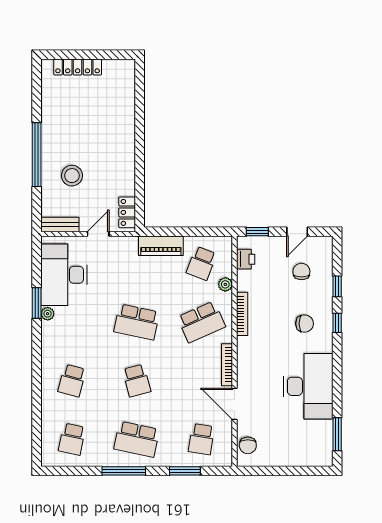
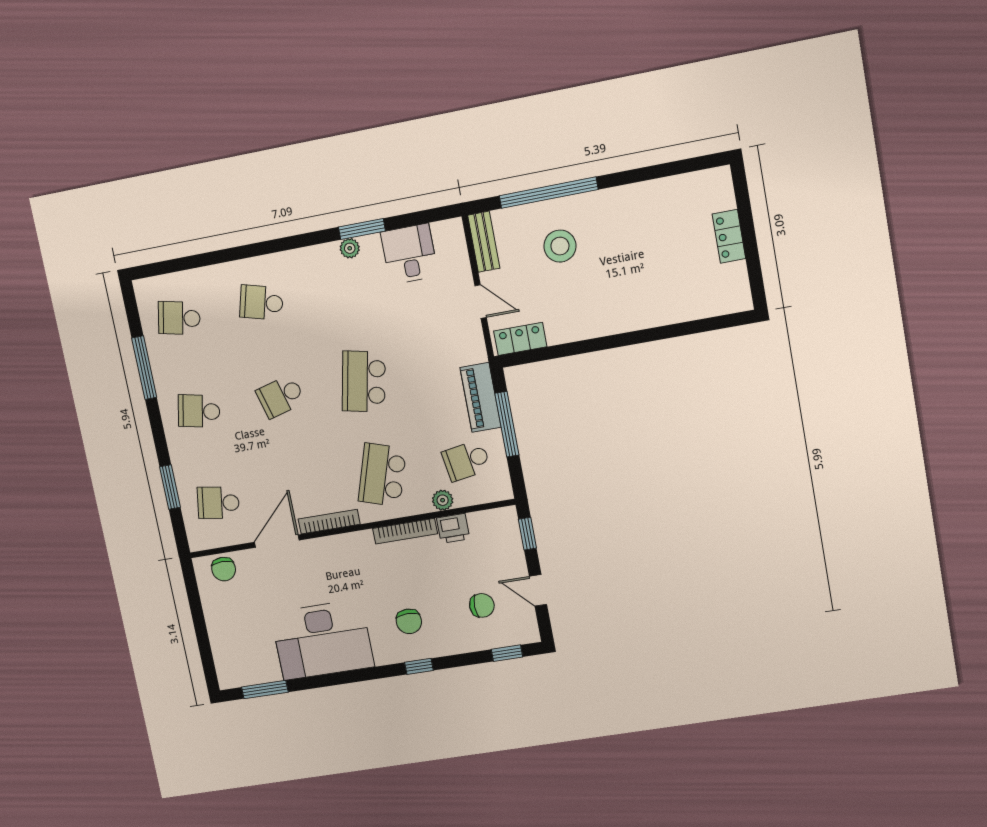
locker: (78, 67) -> (729, 236), width x0.66
window: (37, 155) -> (549, 193), moved
window: (182, 232) -> (507, 424), added
printer: (246, 259) -> (453, 528), moved
school desk: (201, 263) -> (466, 461), turned -30
desk: (64, 275) -> (409, 254), width x0.53, depth x0.77
window: (337, 286) -> (507, 653), moved
school desk: (201, 322) -> (382, 475), turned 42
school desk: (137, 439) -> (199, 411), width x0.54
chair: (248, 445) -> (224, 569), turned -90
window: (124, 471) -> (144, 368), moved

